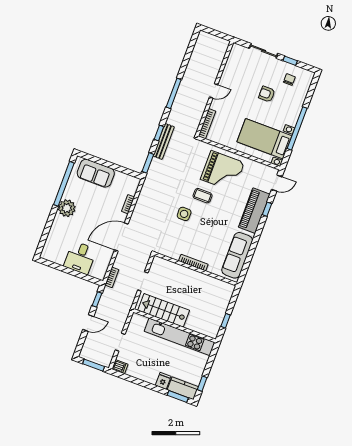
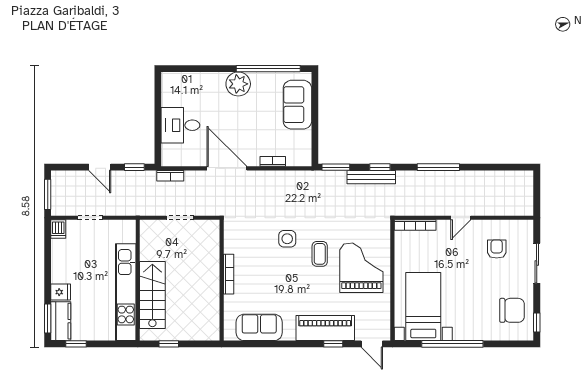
window: (290, 61) -> (537, 323), moved
chair: (289, 80) -> (512, 310), width x1.87, depth x1.87
door: (214, 91) -> (461, 218), hinge flipped
armchair: (267, 94) -> (497, 249), moved
grand piano: (222, 171) -> (361, 268), turned 180
sofa: (237, 255) -> (259, 327), width x0.73
stairs: (164, 310) -> (152, 295), moved

